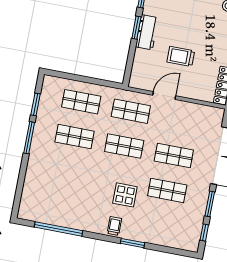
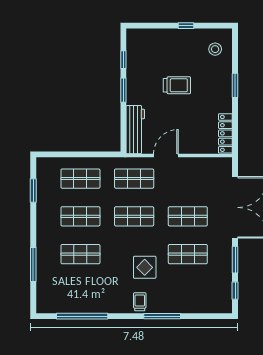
workbench: (147, 32) -> (135, 130), moved, width x1.38
trolley: (181, 56) -> (177, 85), moved, turned 180
window: (29, 138) -> (33, 264), moved
shop shelf: (68, 171) -> (80, 254), added
window: (132, 243) -> (162, 316), width x1.44

